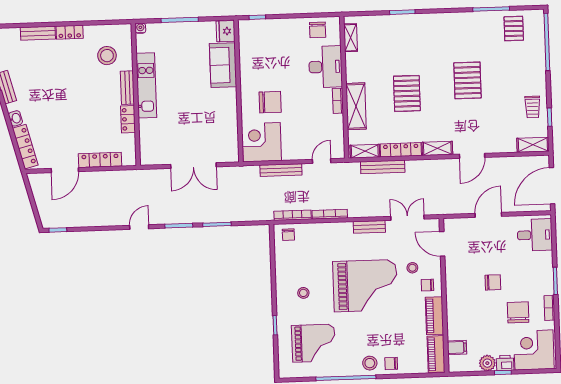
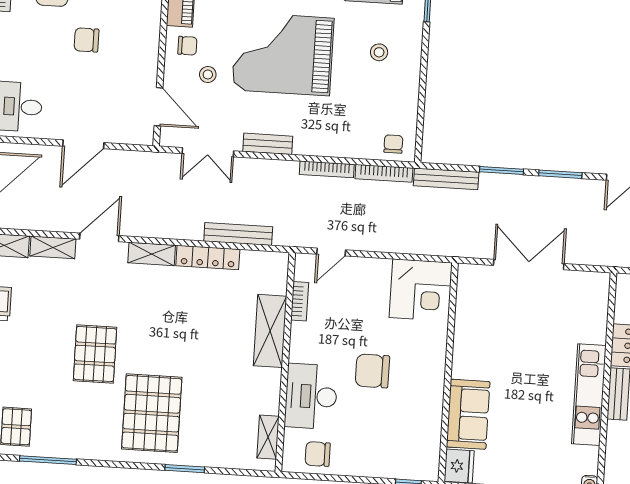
chair: (318, 30) -> (318, 454), turned -90
pallet: (407, 93) -> (152, 413), moved, width x1.37, depth x1.41
bookcase: (338, 101) -> (300, 301), moved
chair: (270, 102) -> (372, 371), moved
shelving: (365, 151) -> (53, 247), moved
bench: (281, 170) -> (446, 179), moved

